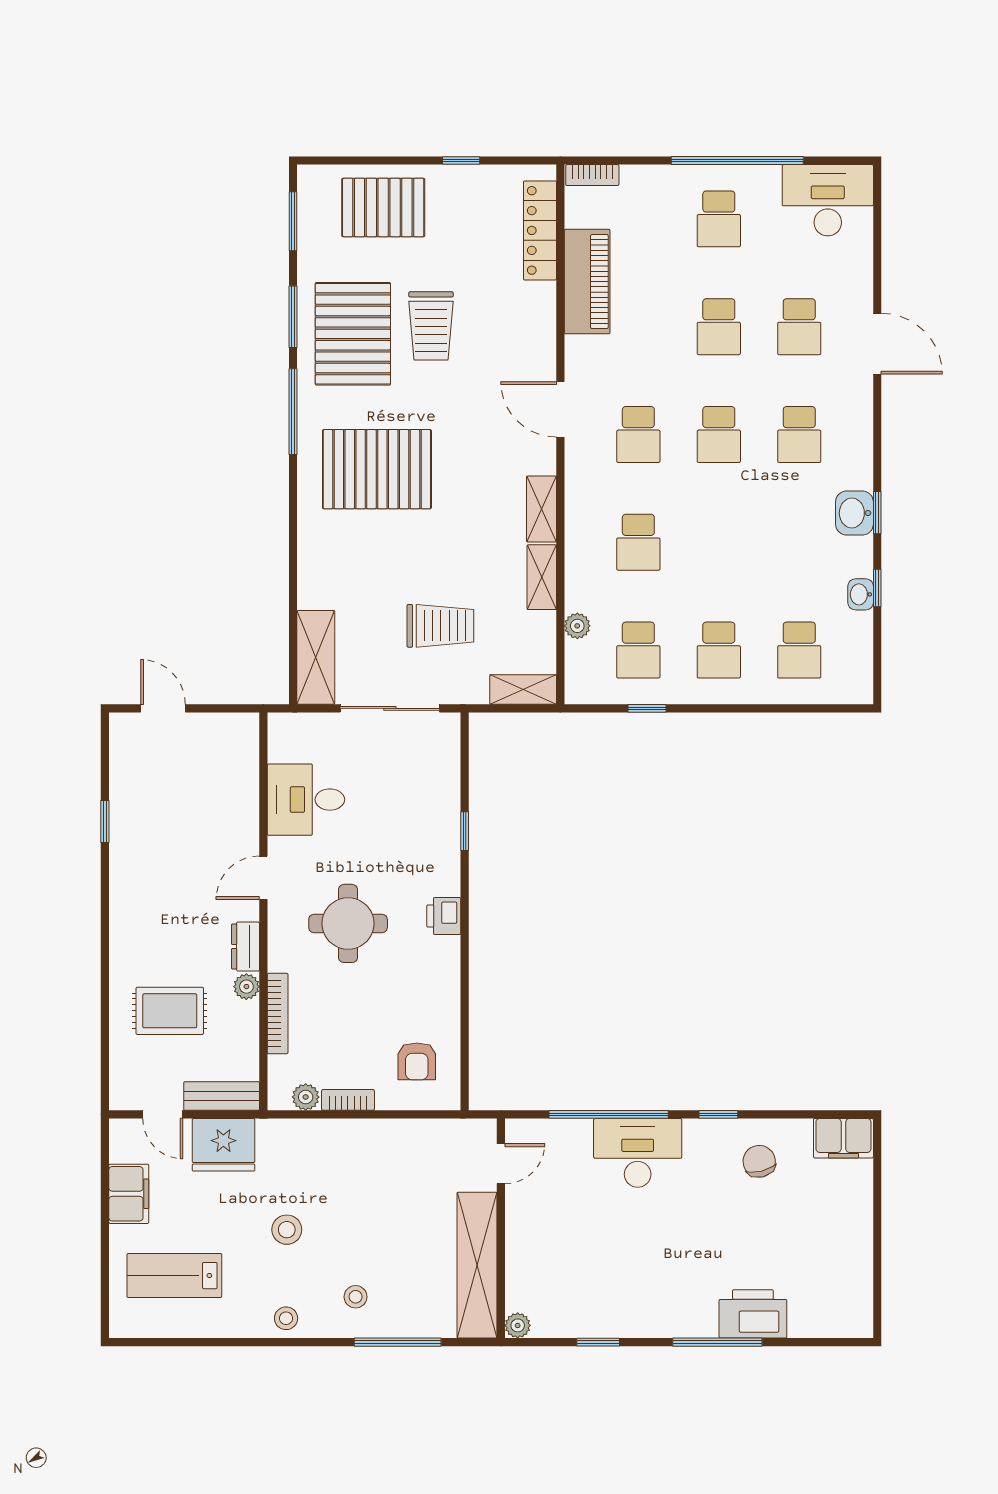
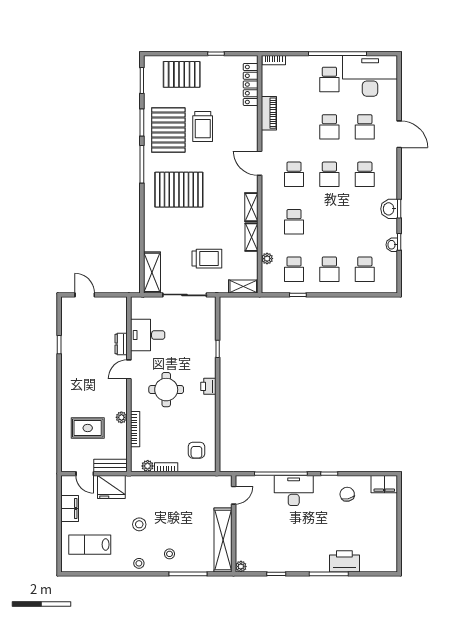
desk: (828, 200) -> (370, 76), width x1.36, depth x1.30
piano: (587, 282) -> (269, 113), width x0.73, depth x0.75
dresser: (246, 947) -> (121, 344), moved

